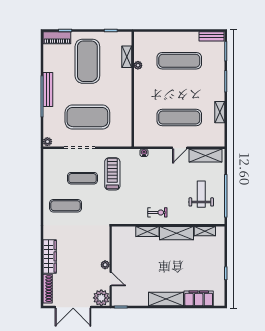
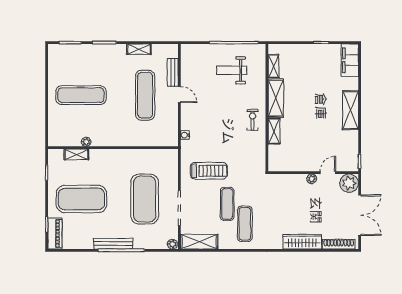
bench: (211, 36) -> (173, 72), moved
exercise mat: (179, 61) -> (81, 95), turned 90
shelving: (205, 155) -> (199, 242), moved, turned 90
treadmill: (112, 174) -> (209, 171), turned 180
exercise mat: (82, 178) -> (227, 204), moved
filing cabinet: (199, 298) -> (350, 60), moved

